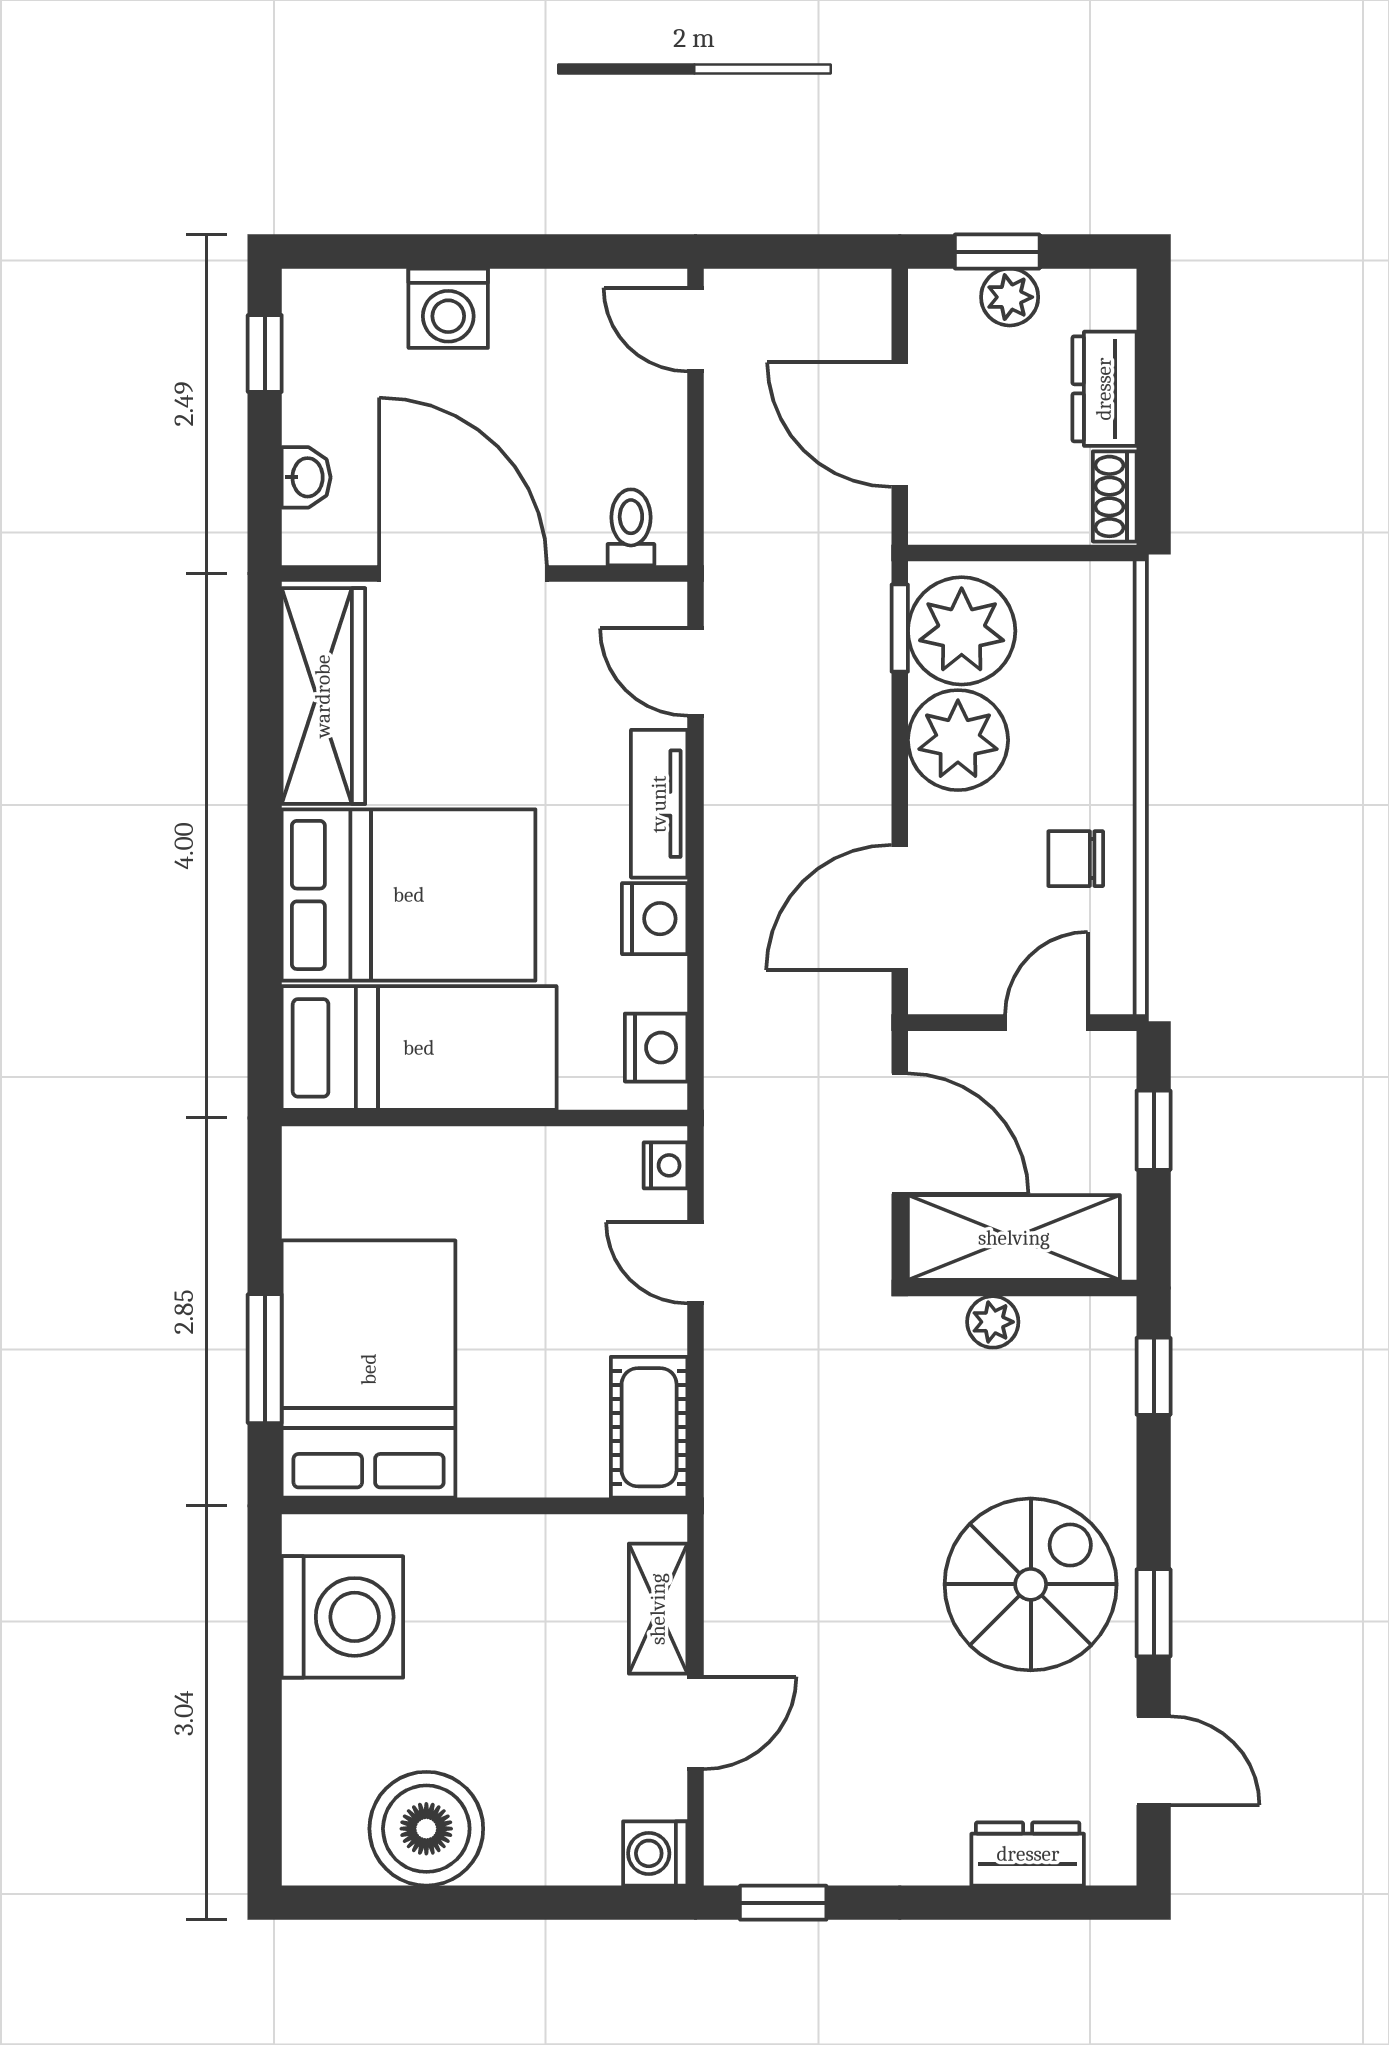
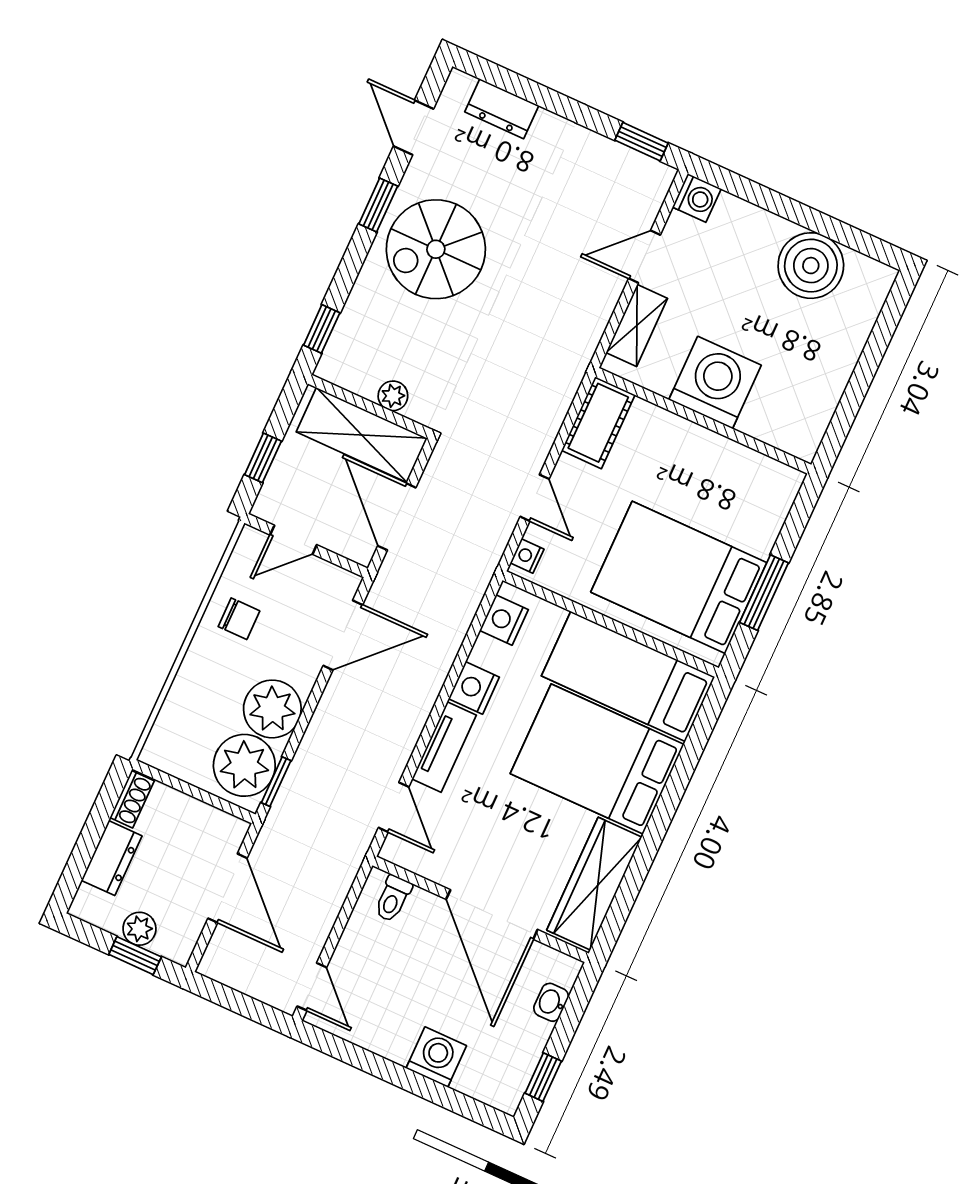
window: (265, 1359) -> (764, 593), moved
bed: (369, 1369) -> (679, 577), moved, turned 90
washing machine: (342, 1617) -> (715, 383), moved, turned 90

